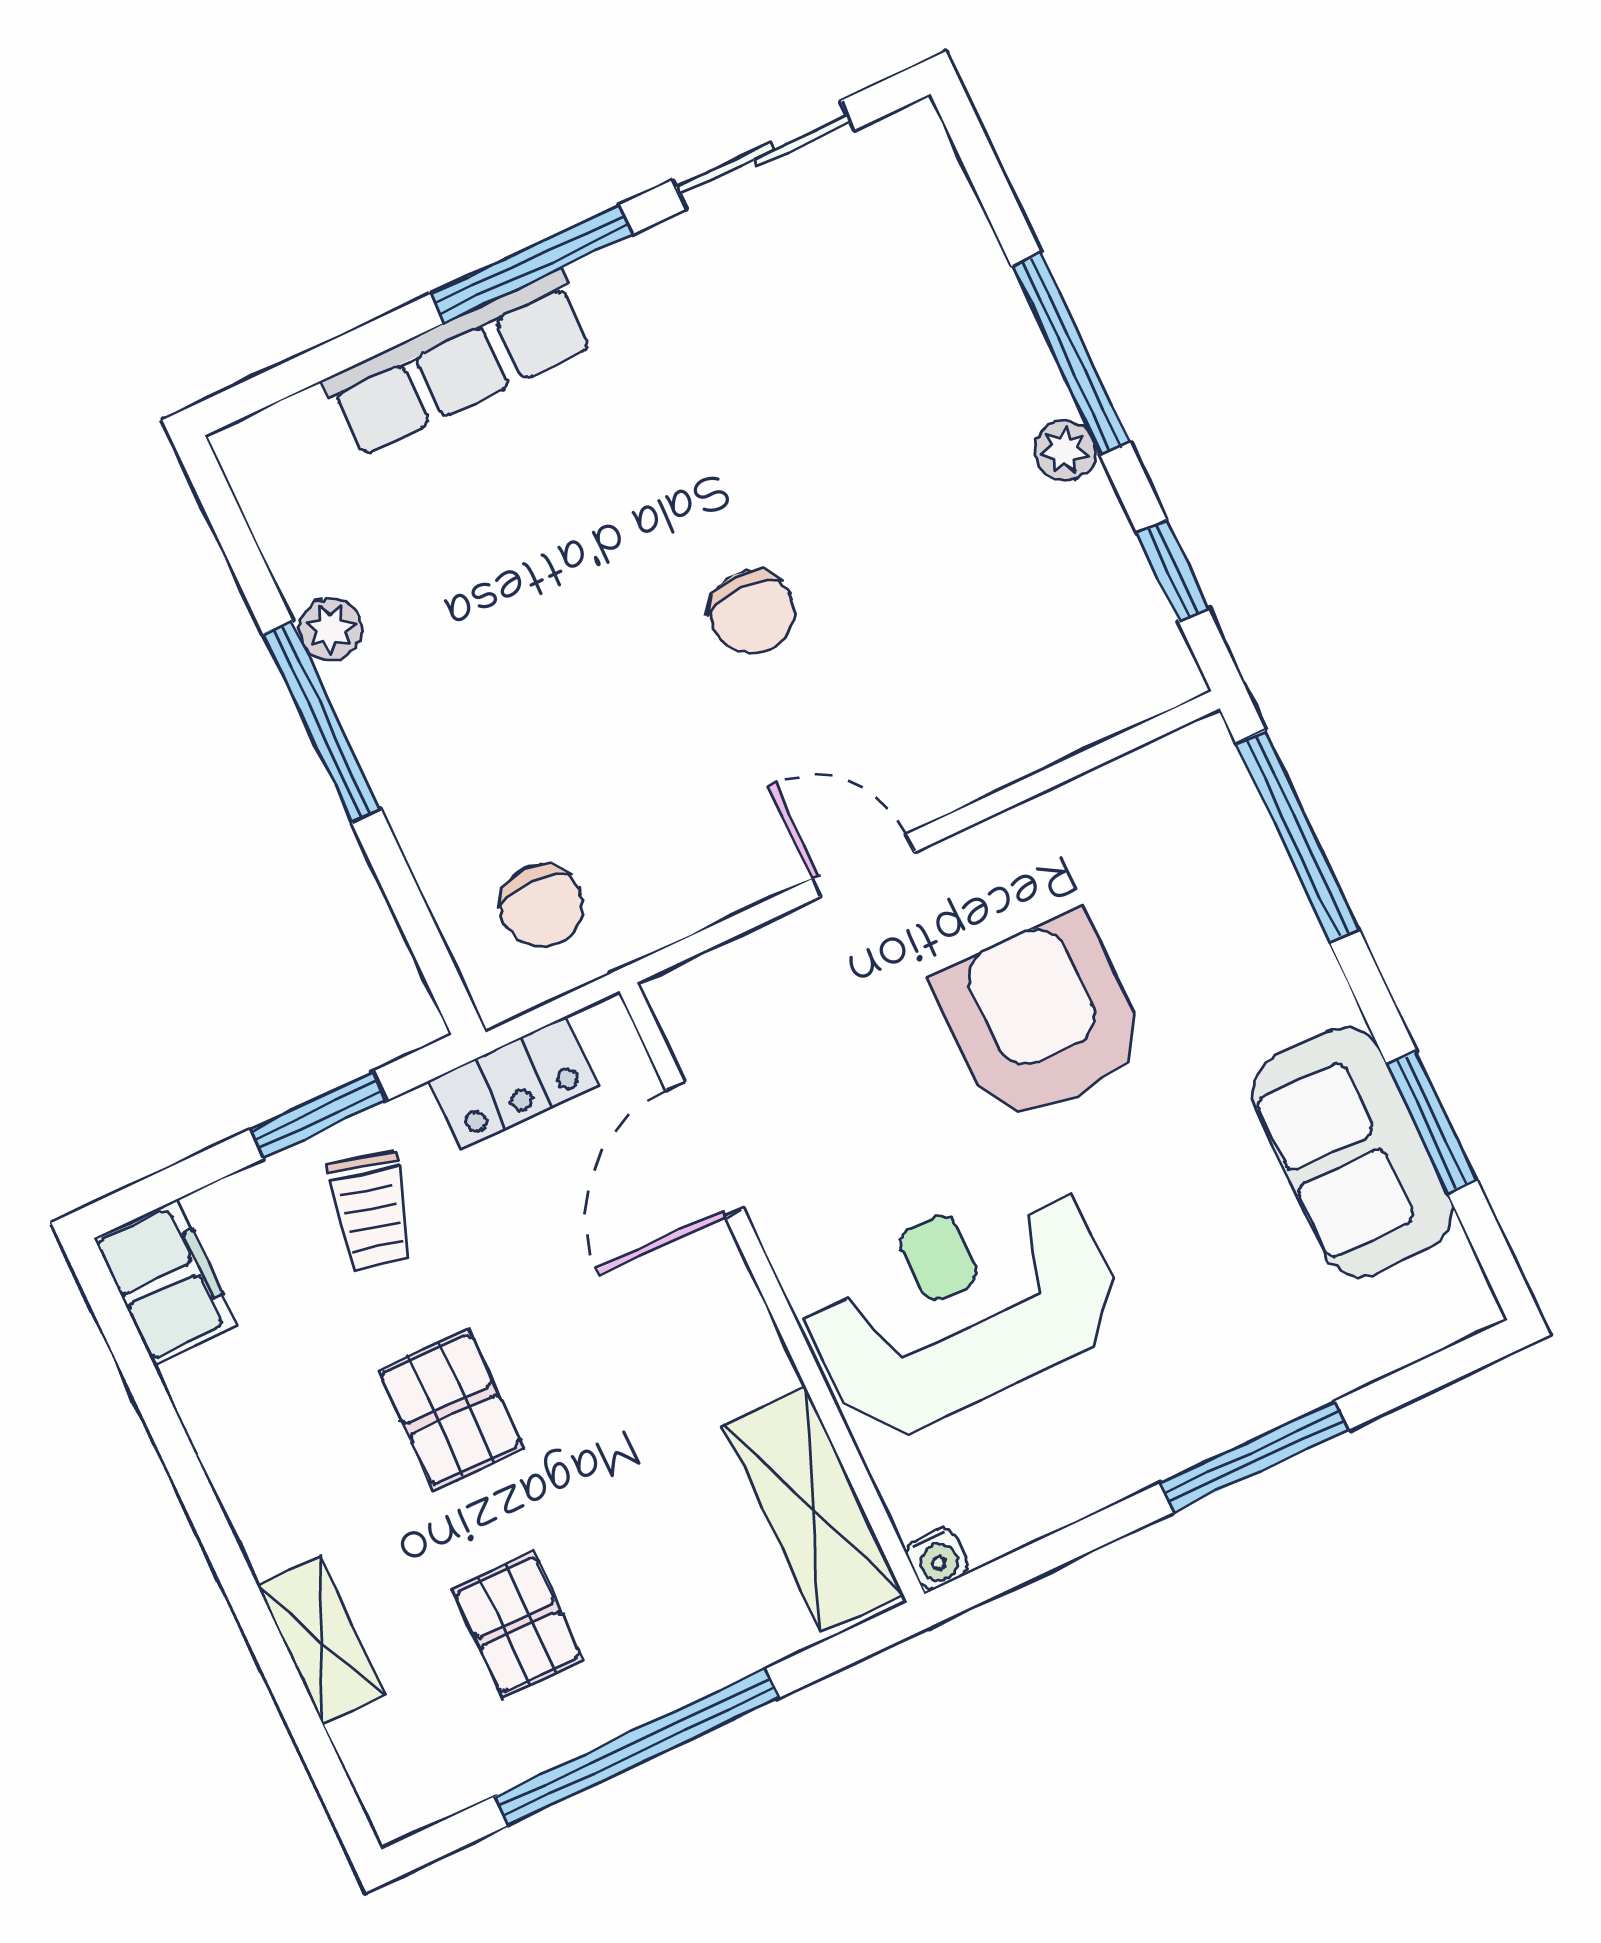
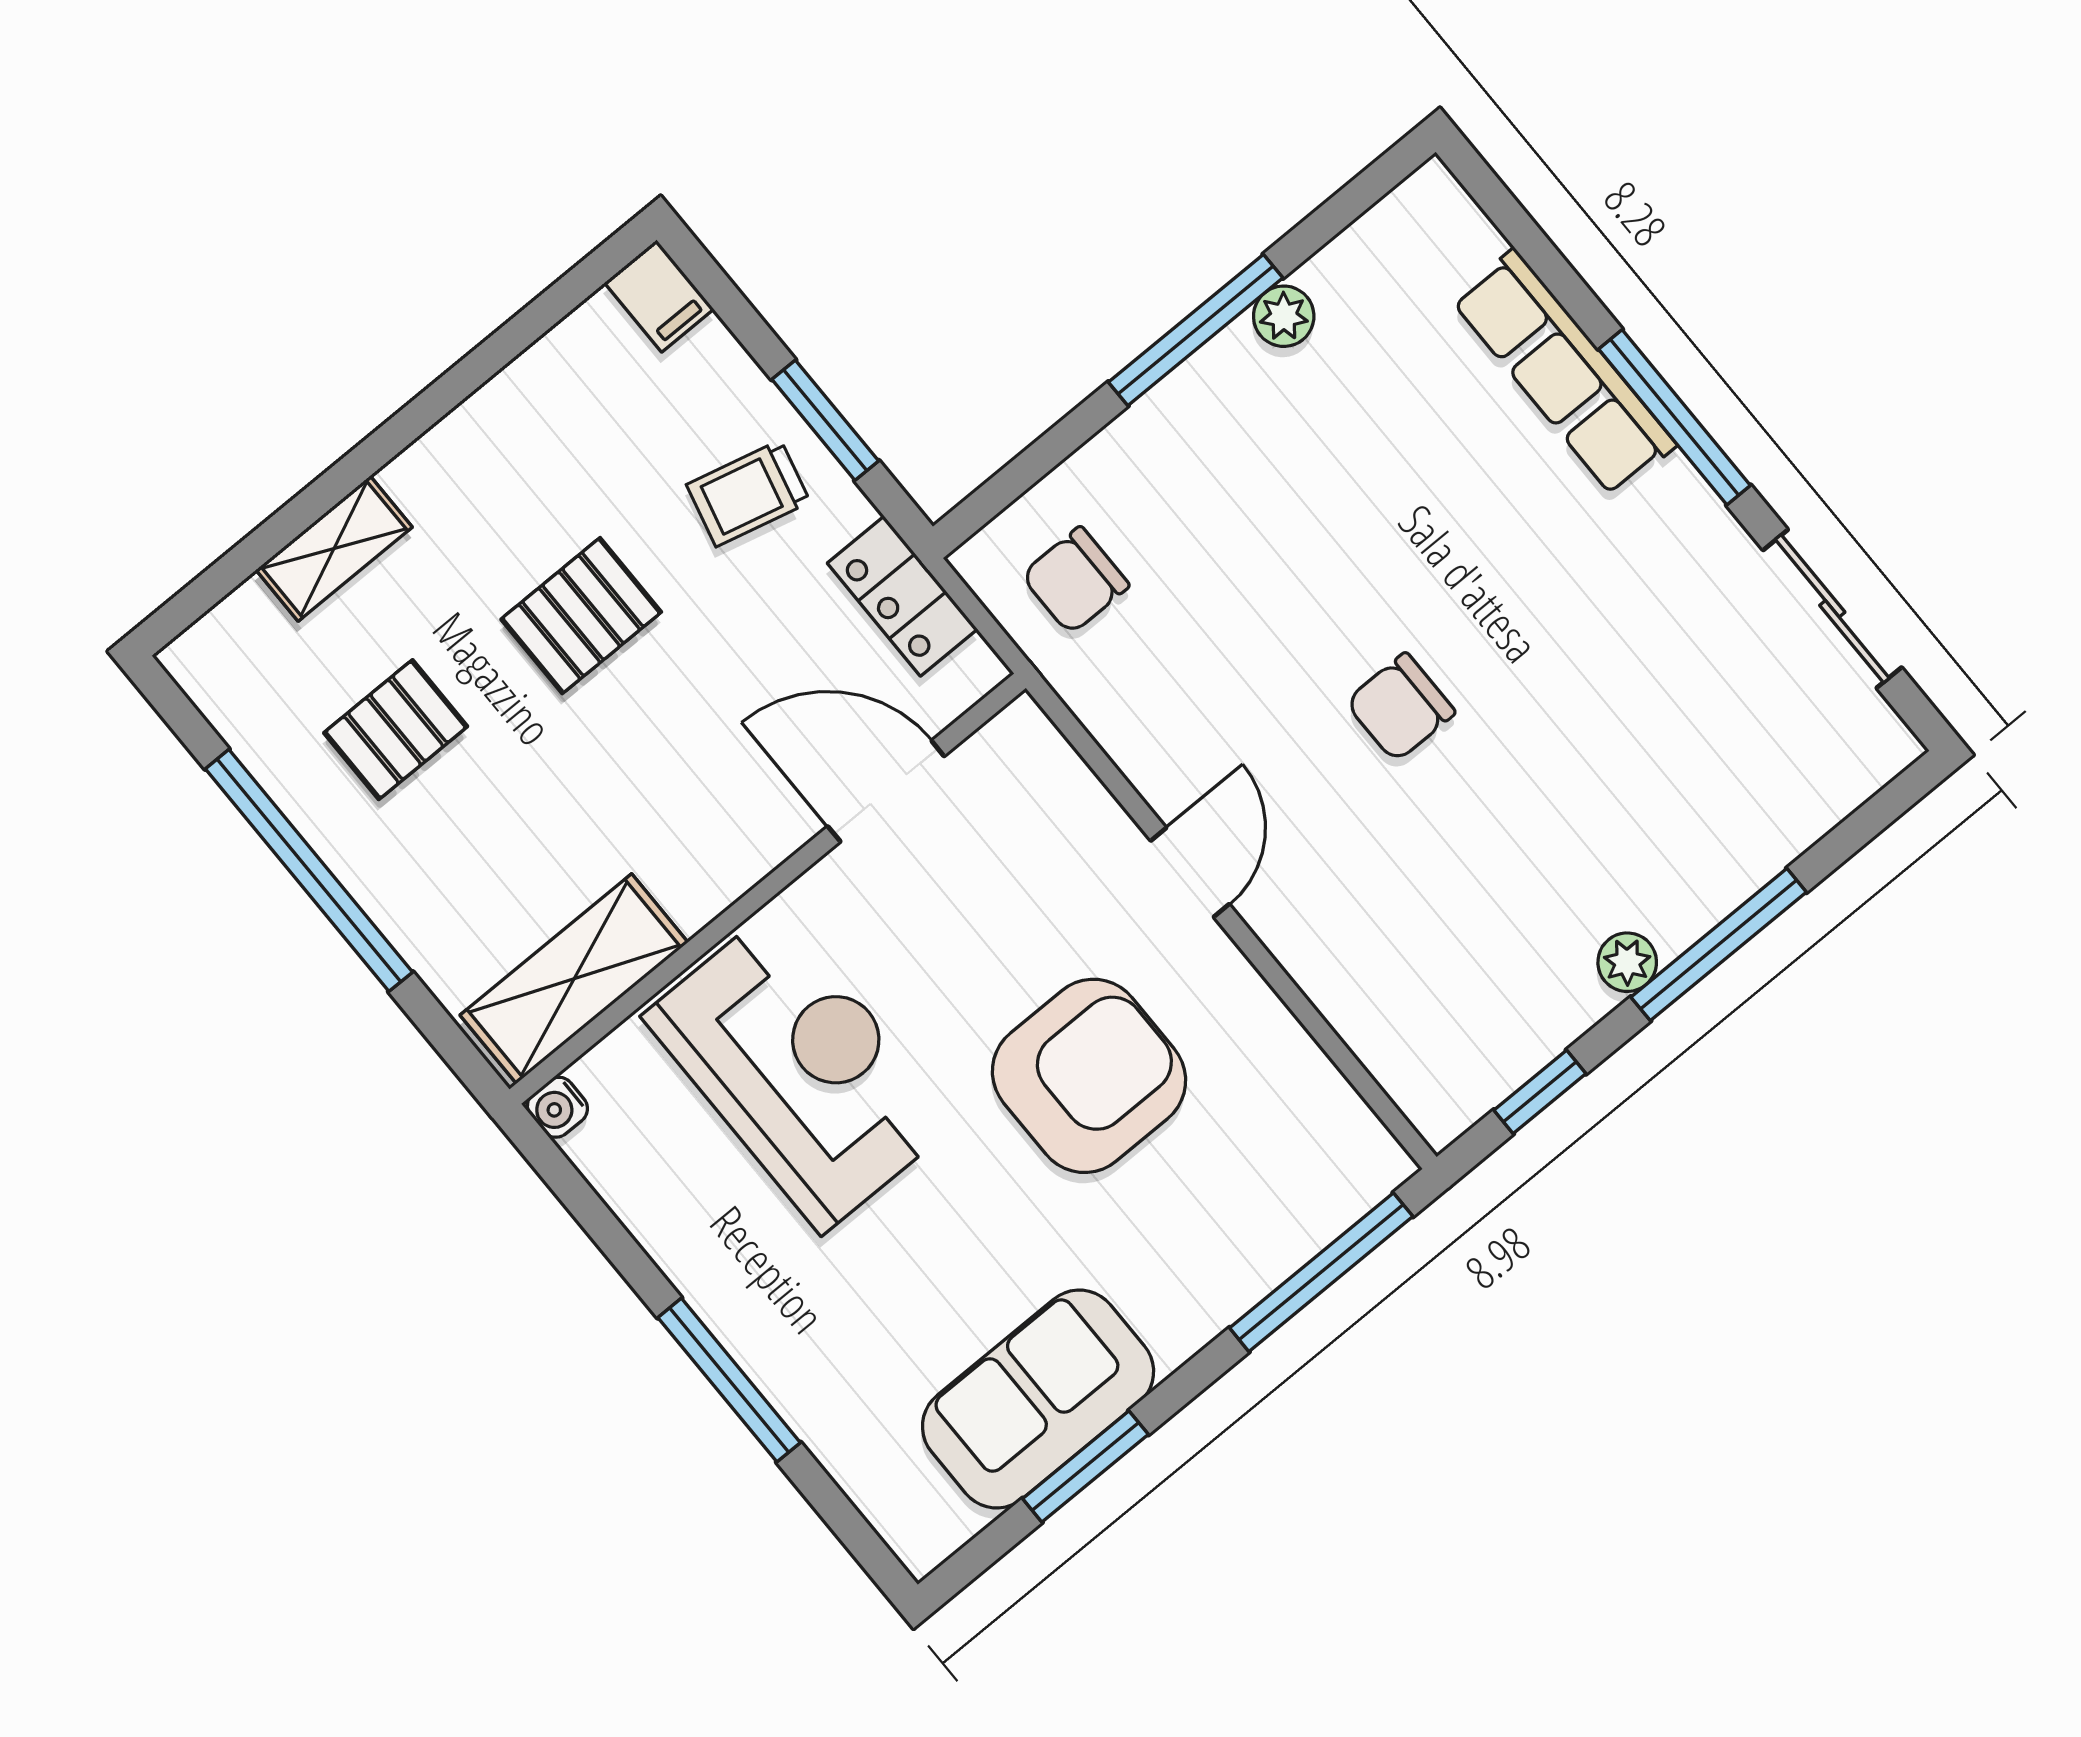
filing cabinet: (166, 1282) -> (659, 296), width x0.50

